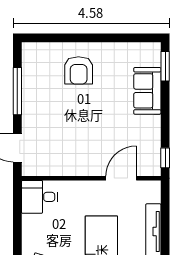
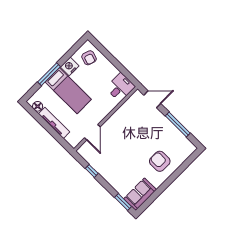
sofa: (147, 91) -> (140, 194), moved, turned -90
window: (165, 158) -> (92, 171), moved

